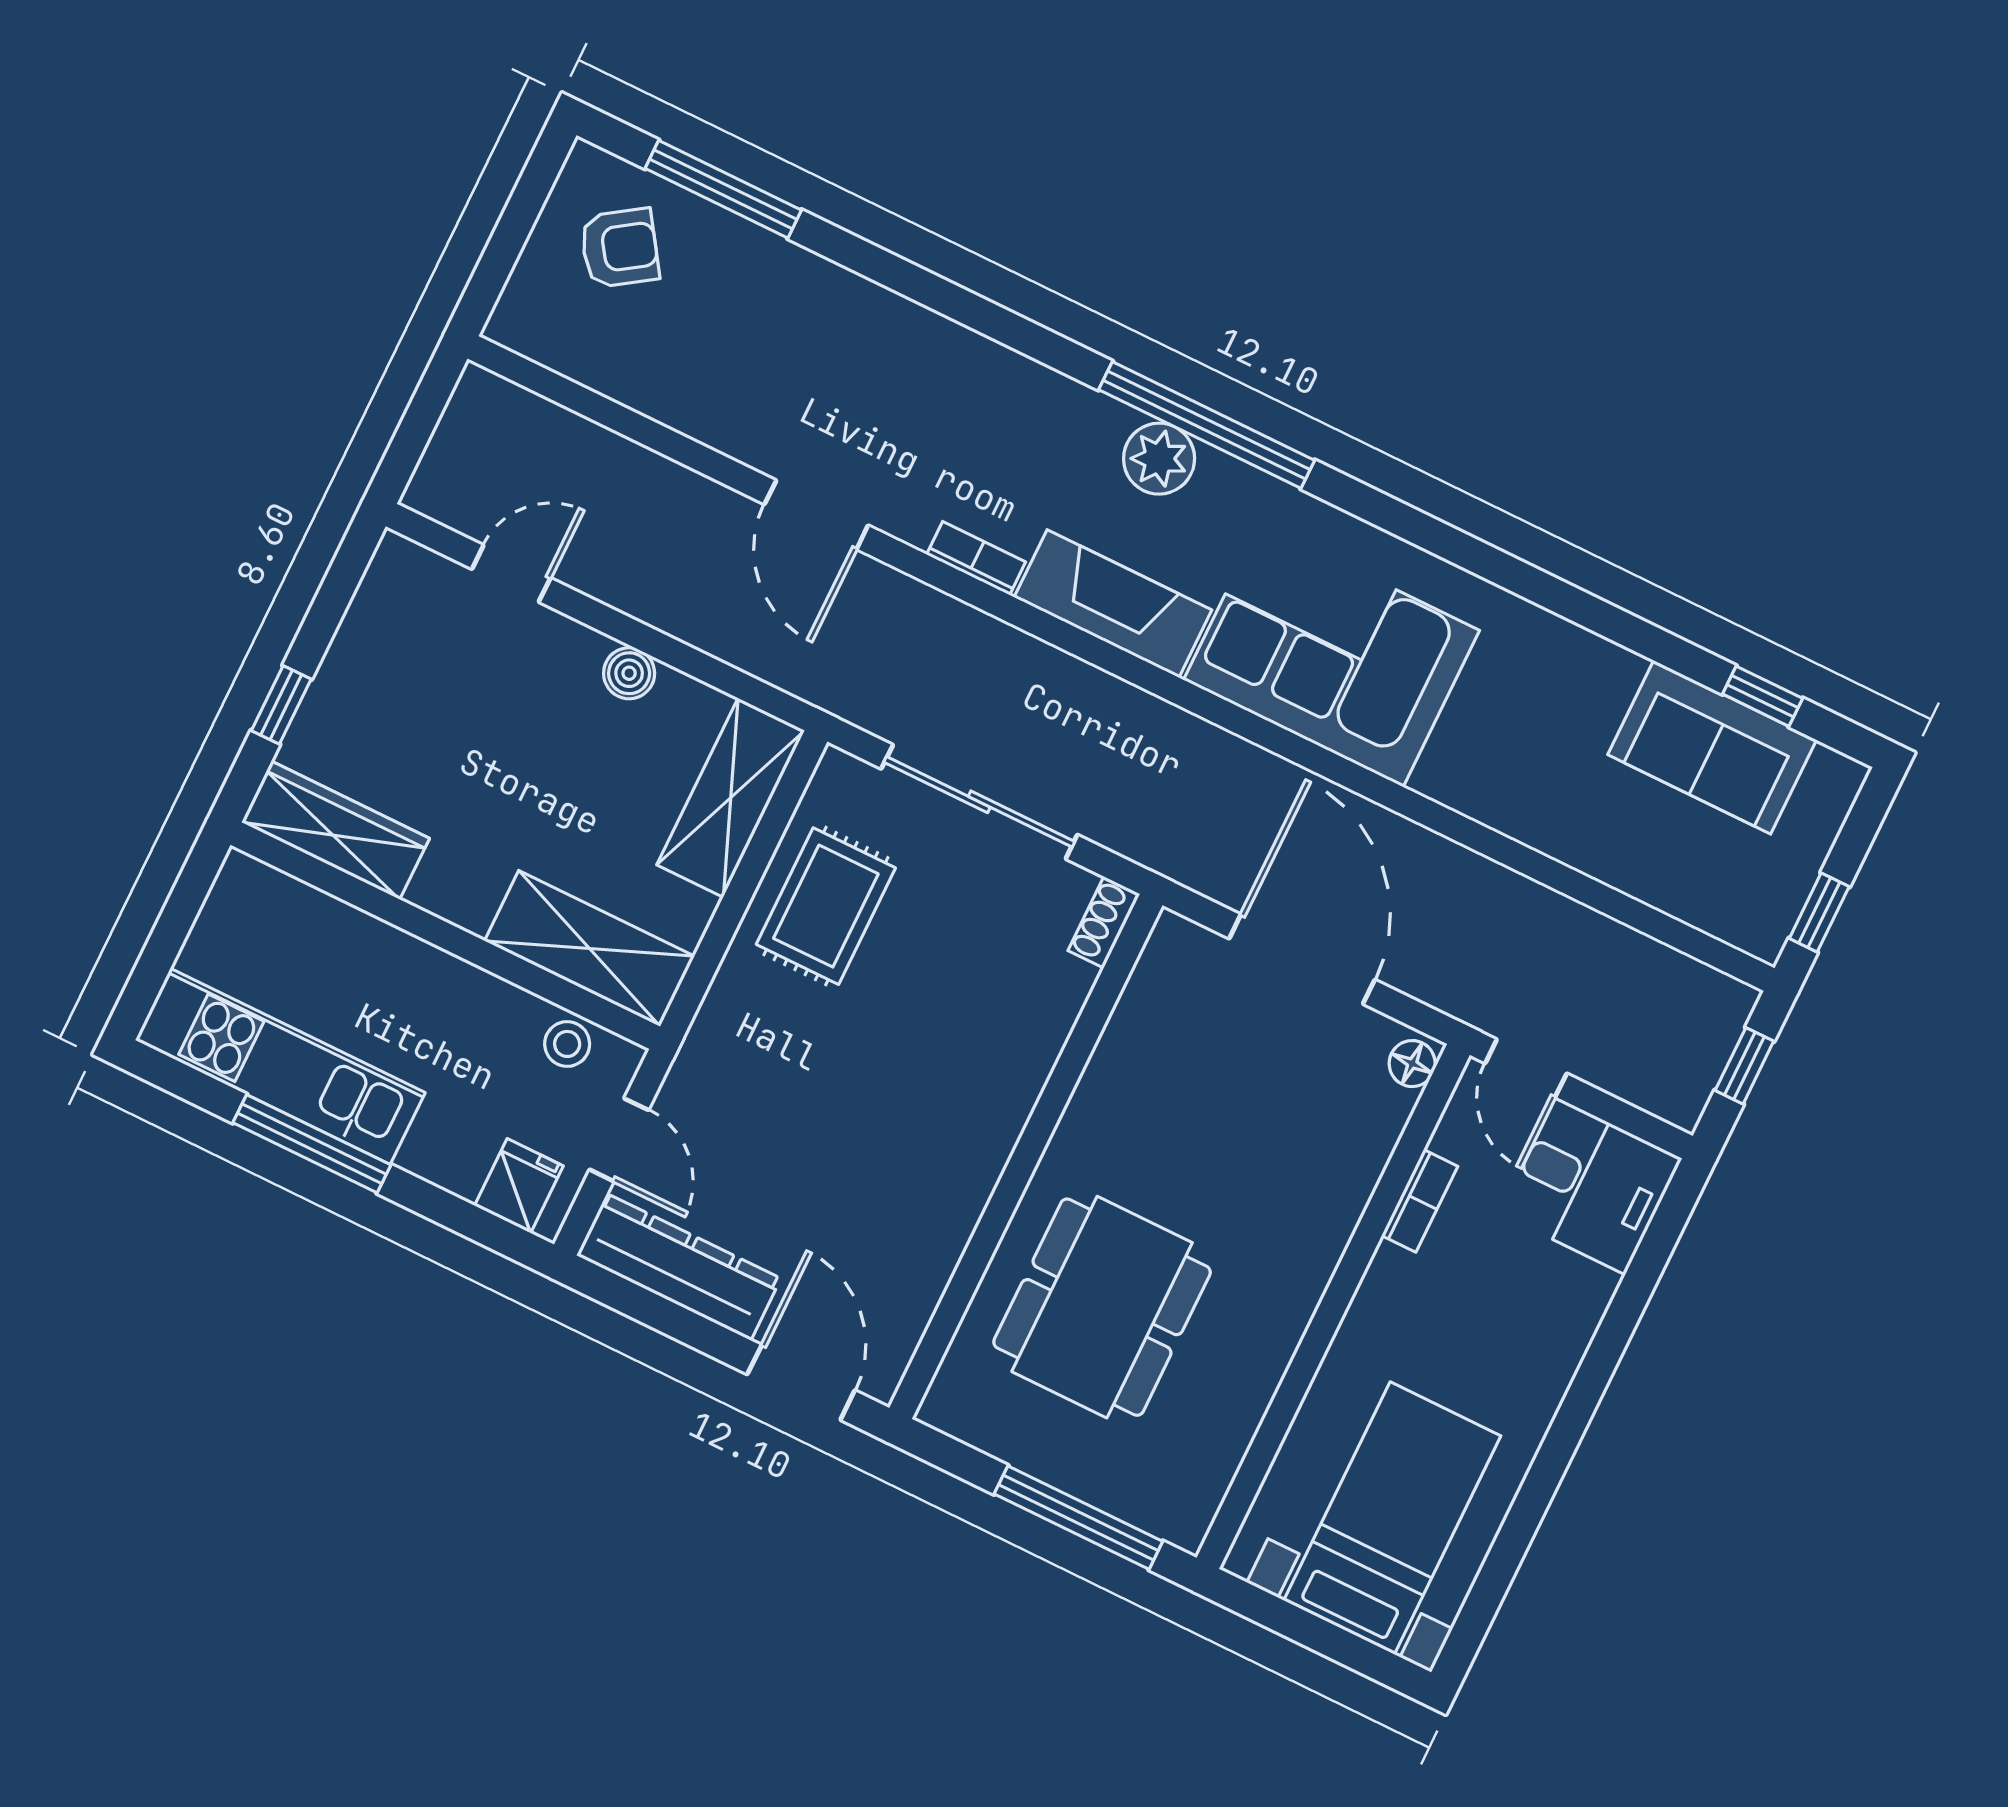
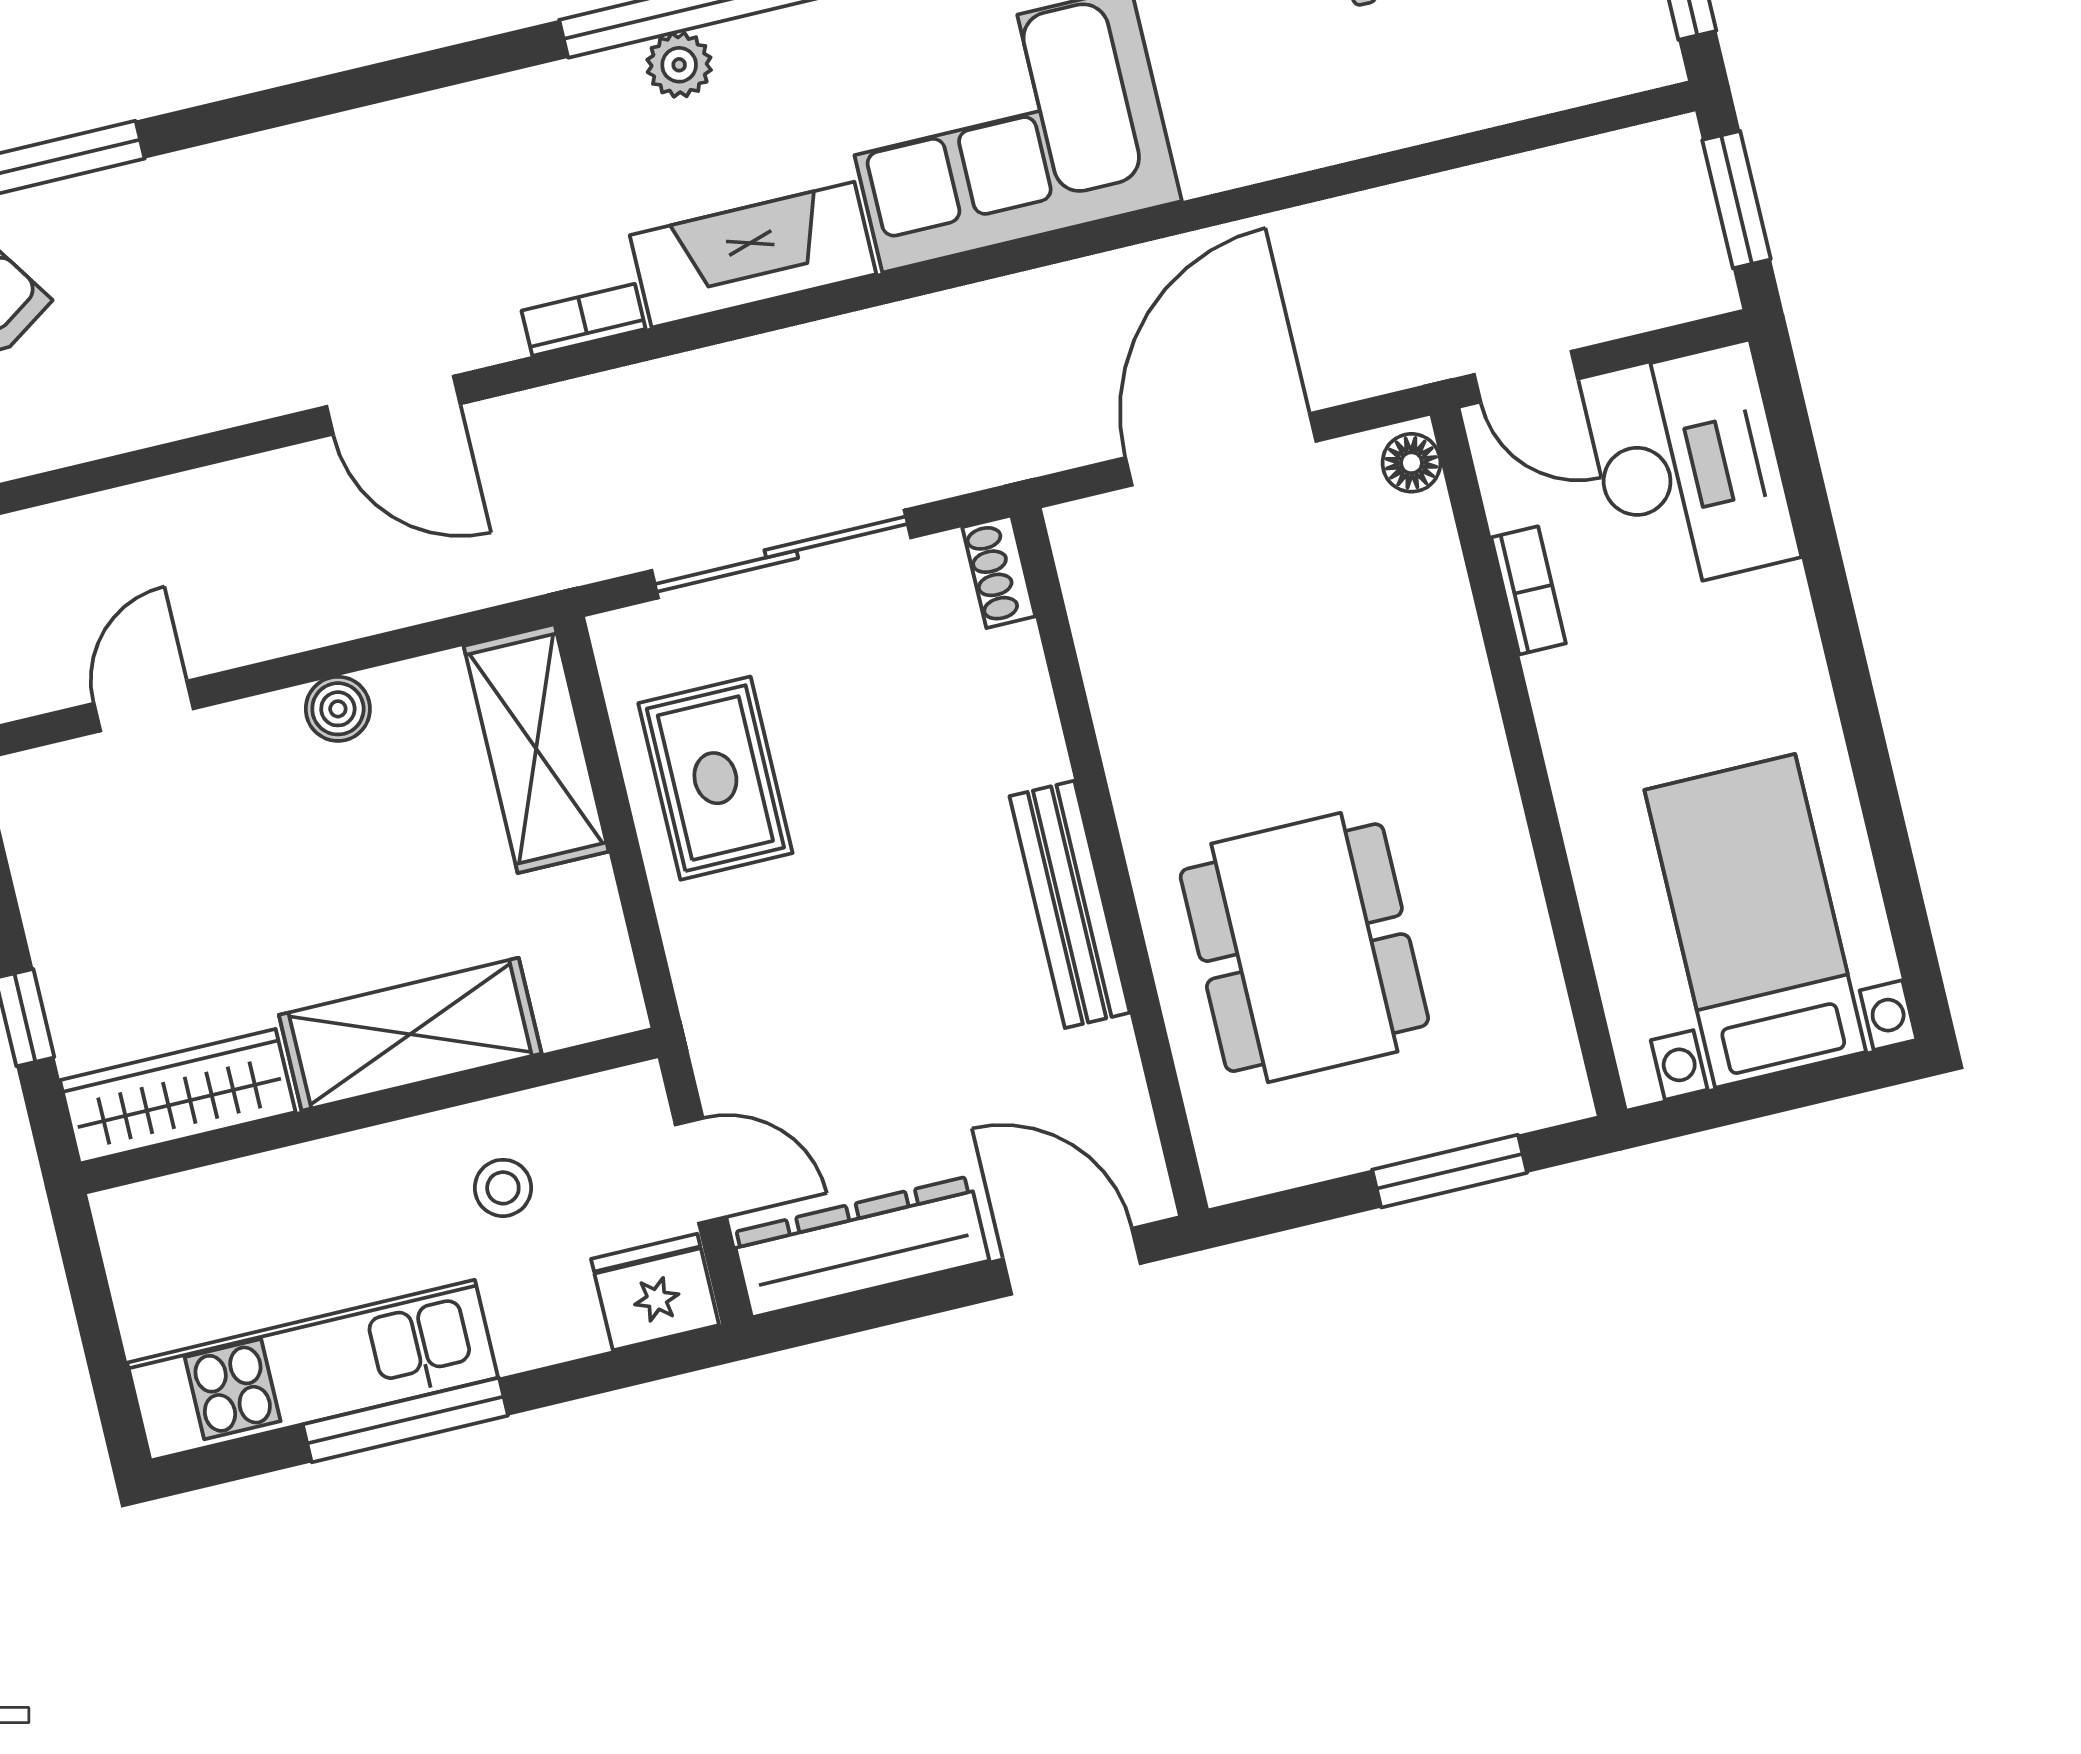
plant: (1159, 459) -> (679, 65), width x0.73, depth x0.73
shelving: (589, 948) -> (410, 1034), moved
door: (1302, 959) -> (1221, 449), hinge flipped
stool: (567, 1044) -> (503, 1188), moved
window: (1744, 1066) -> (1736, 200), width x1.50
bench: (980, 1162) -> (1070, 904), added
fridge: (519, 1186) -> (655, 1292), width x1.38
desk: (1591, 1186) -> (1690, 469), width x1.37
window: (1078, 1518) -> (1450, 1171), width x0.69

